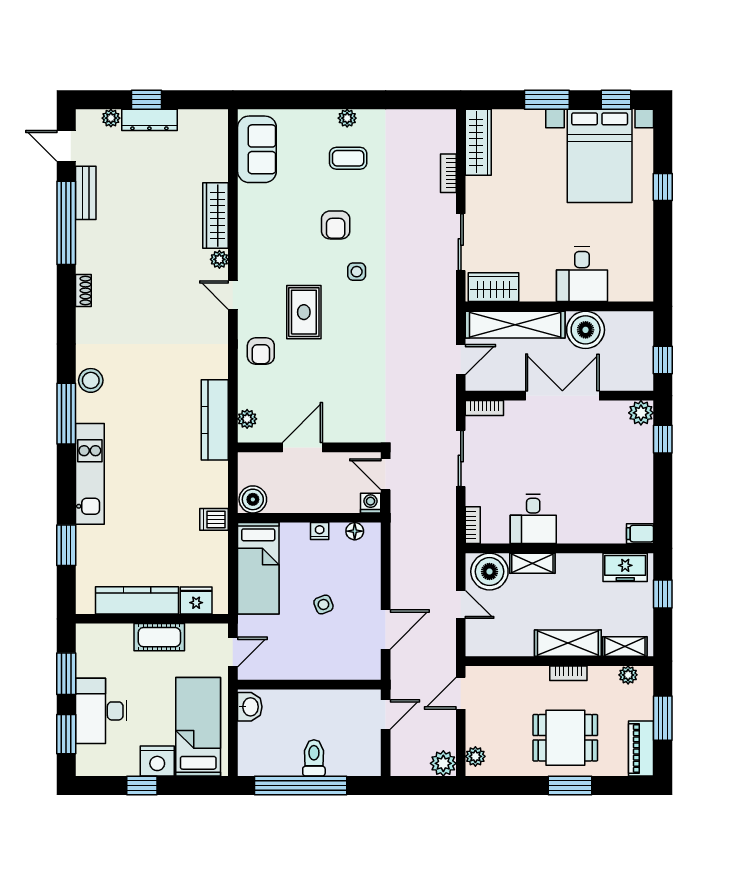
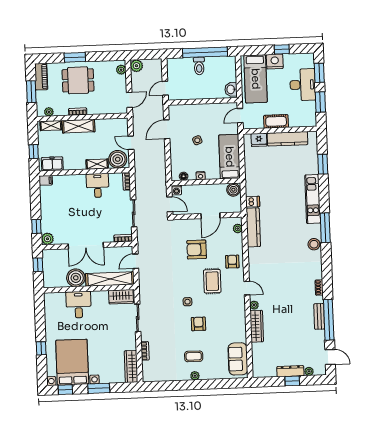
bench: (86, 193) -> (319, 316), moved
armchair: (334, 379) -> (197, 250), added
dishwasher: (214, 519) -> (253, 202), moved

